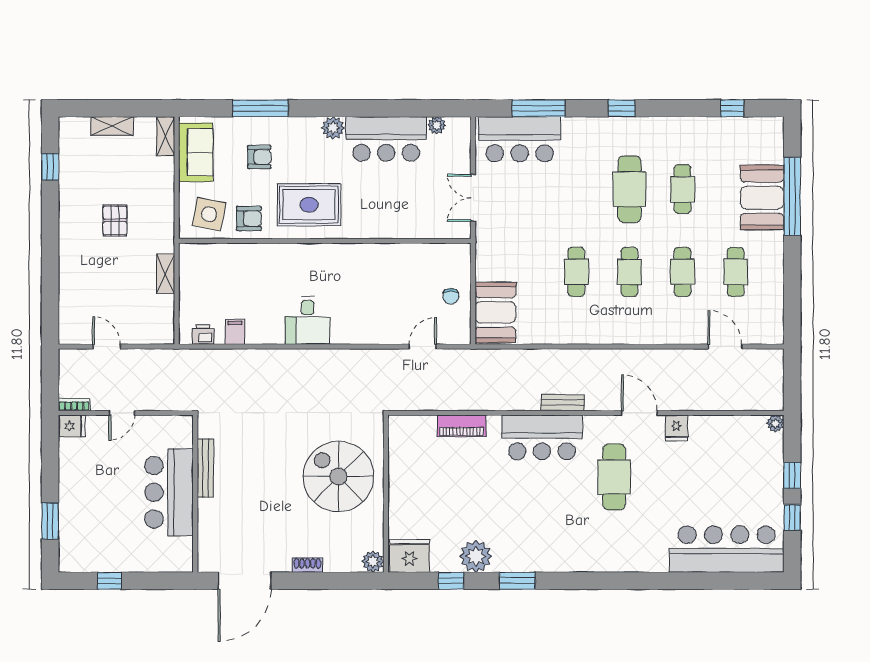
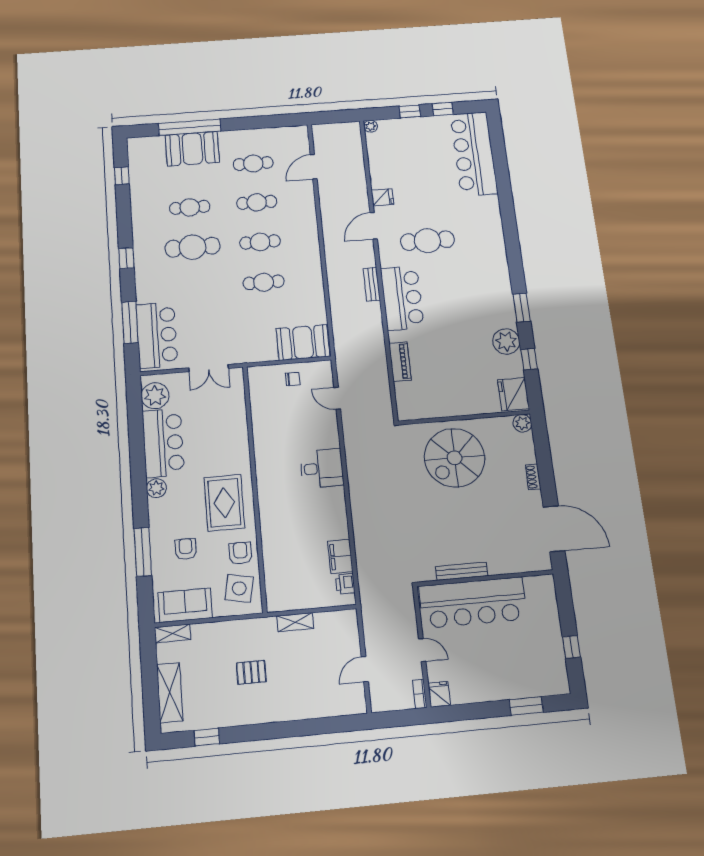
plant: (437, 125) -> (155, 396), width x1.87, depth x1.87
shelving: (112, 126) -> (170, 693), width x1.50, depth x1.33
desk: (308, 321) -> (322, 468), moved
filing cabinet: (235, 332) -> (340, 556), width x2.00
bar counter: (169, 492) -> (473, 603), width x1.36

